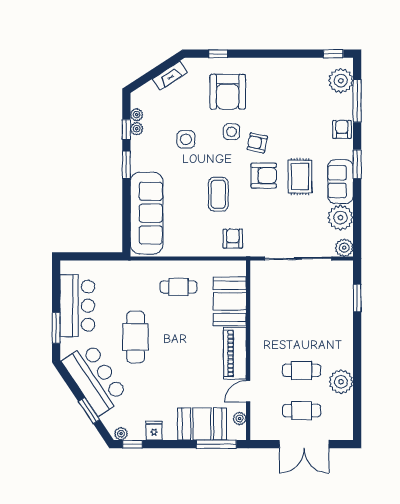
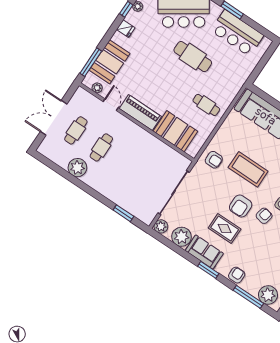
armchair: (342, 129) -> (237, 275), turned -90
coffee table: (218, 194) -> (248, 169), width x1.36, depth x1.32
cafe table: (178, 287) -> (206, 105), turned 90

